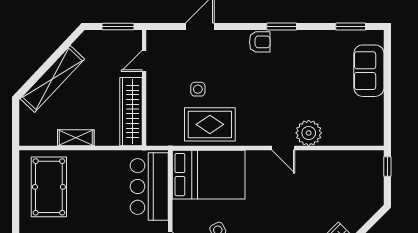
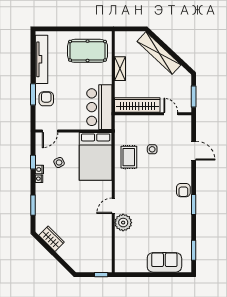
rug: (210, 124) -> (129, 157), width x0.73, depth x0.70
bar counter: (149, 186) -> (99, 107), moved, turned -90

